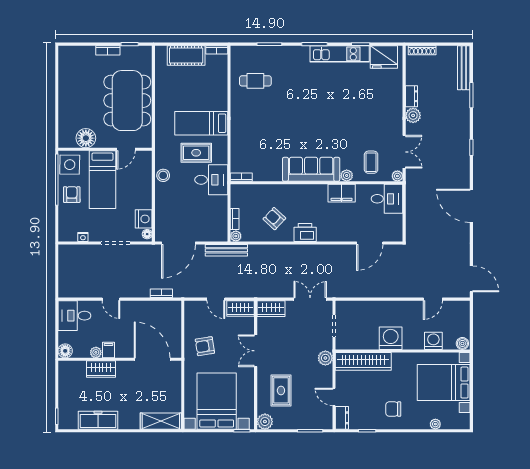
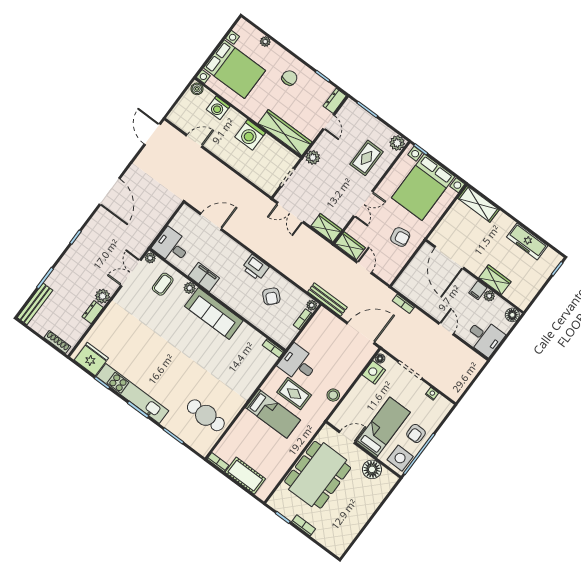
kitchen unit: (340, 54) -> (132, 394), width x1.36
cafe table: (255, 81) -> (206, 415), width x1.37, depth x1.35
chair: (393, 409) -> (289, 78), turned -90

